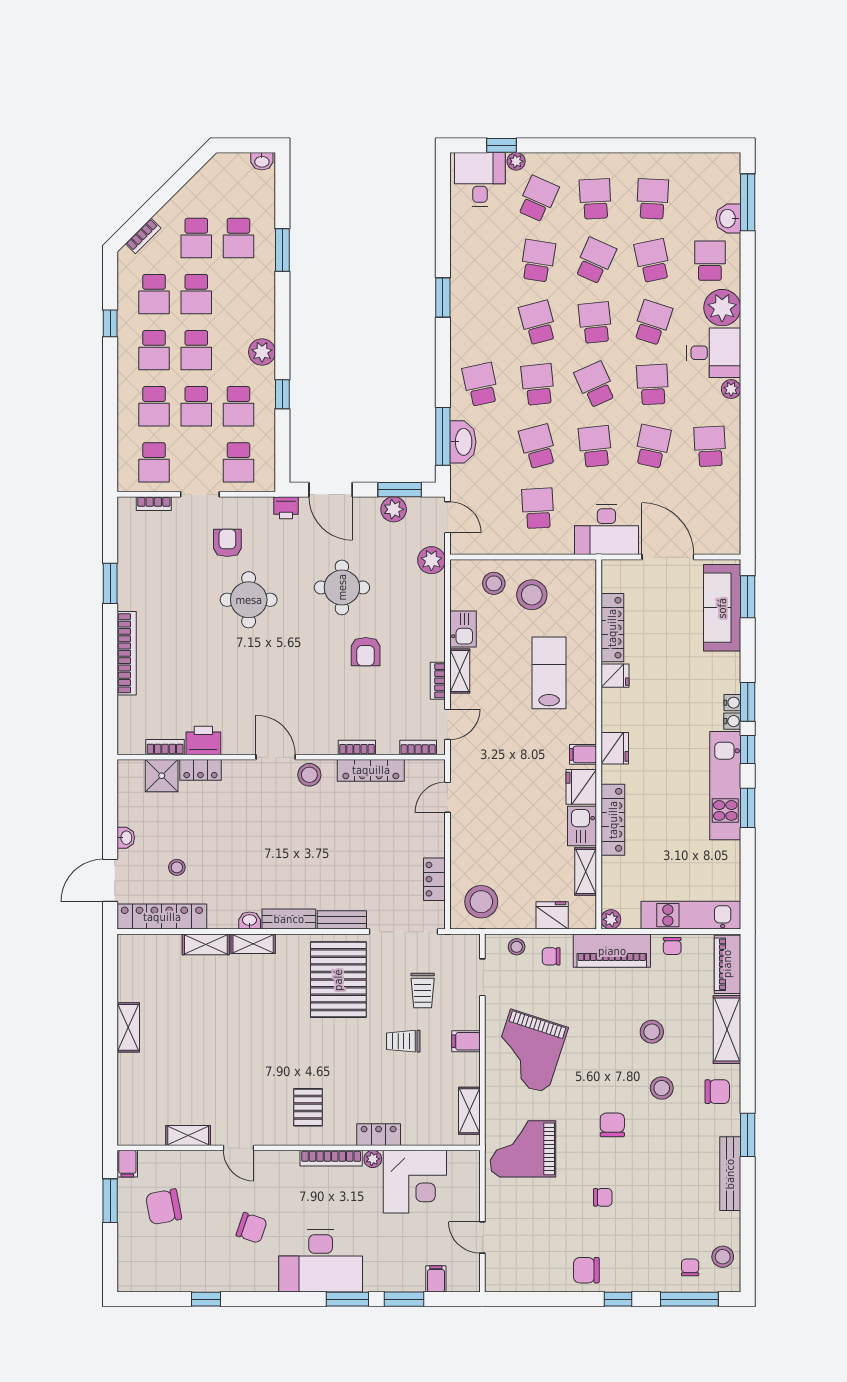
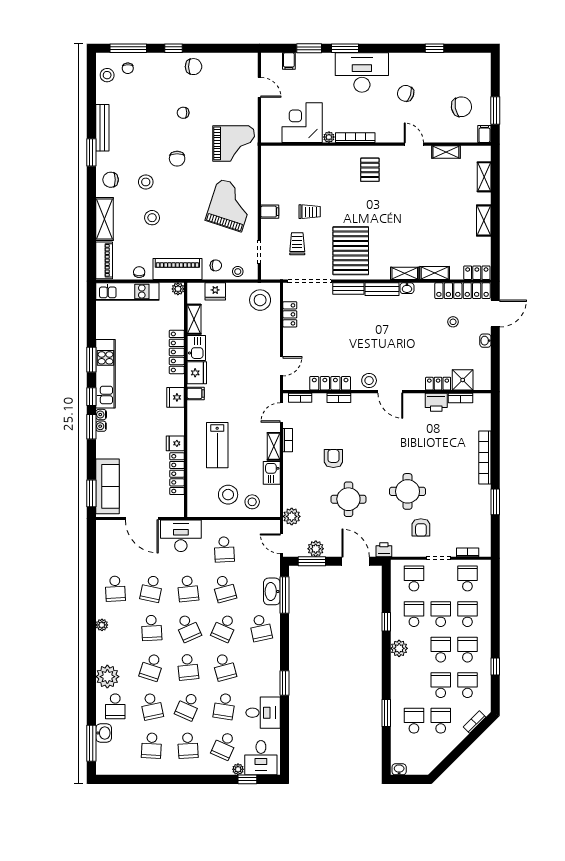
desk: (714, 353) -> (263, 713), moved, turned 180
school desk: (538, 384) -> (224, 628), turned 30
shelving: (469, 1111) -> (484, 177), moved
locker: (379, 1135) -> (477, 273), moved, turned 180

